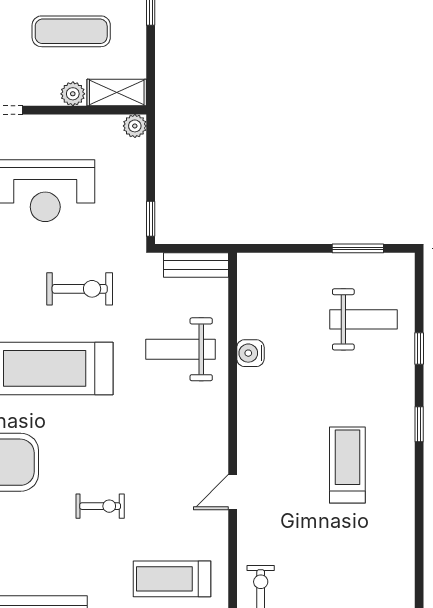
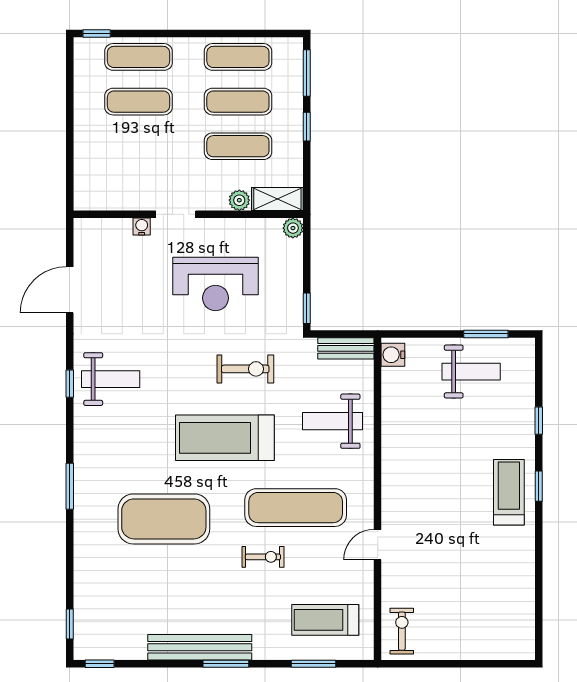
weight bench: (363, 319) -> (471, 372), moved
water cooler: (250, 353) -> (393, 355), moved
exercise mat: (138, 449) -> (296, 508), added
treadmill: (347, 465) -> (509, 492), moved

